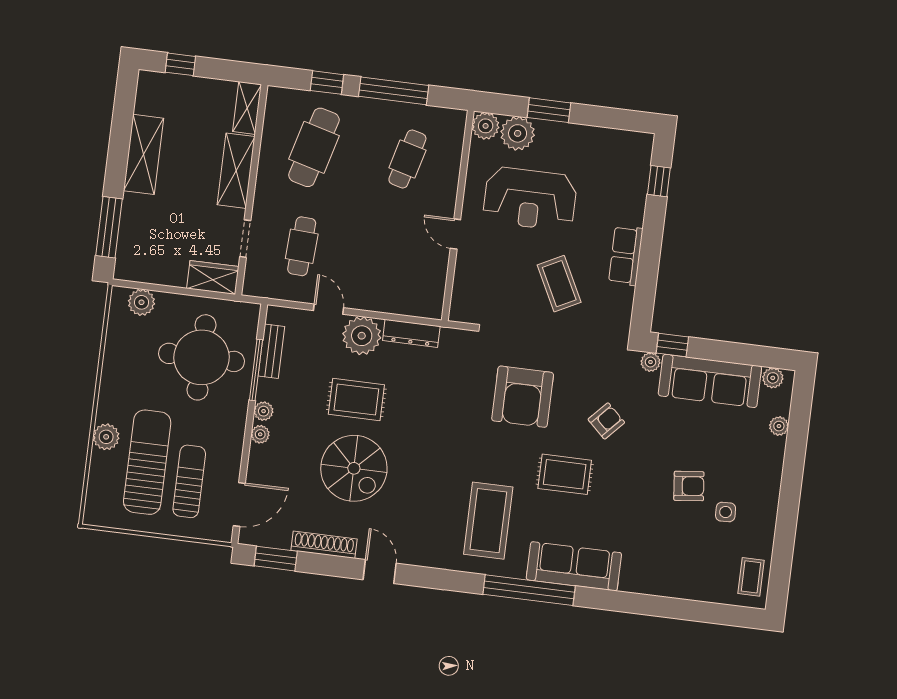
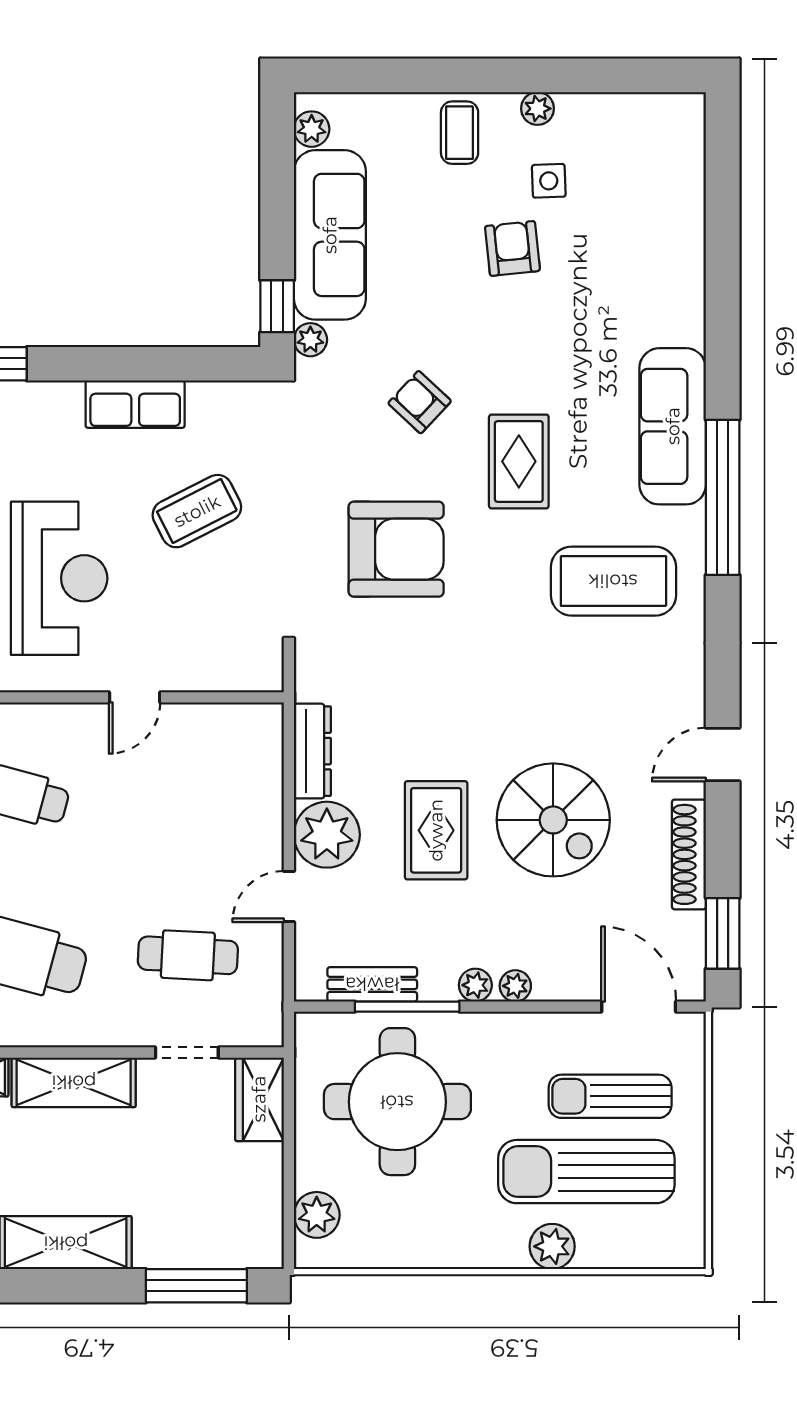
plant: (779, 426) -> (538, 109), moved
spiral stairs: (354, 468) -> (553, 820), turned 90
coffee table: (751, 577) -> (460, 133), moved, turned 90

